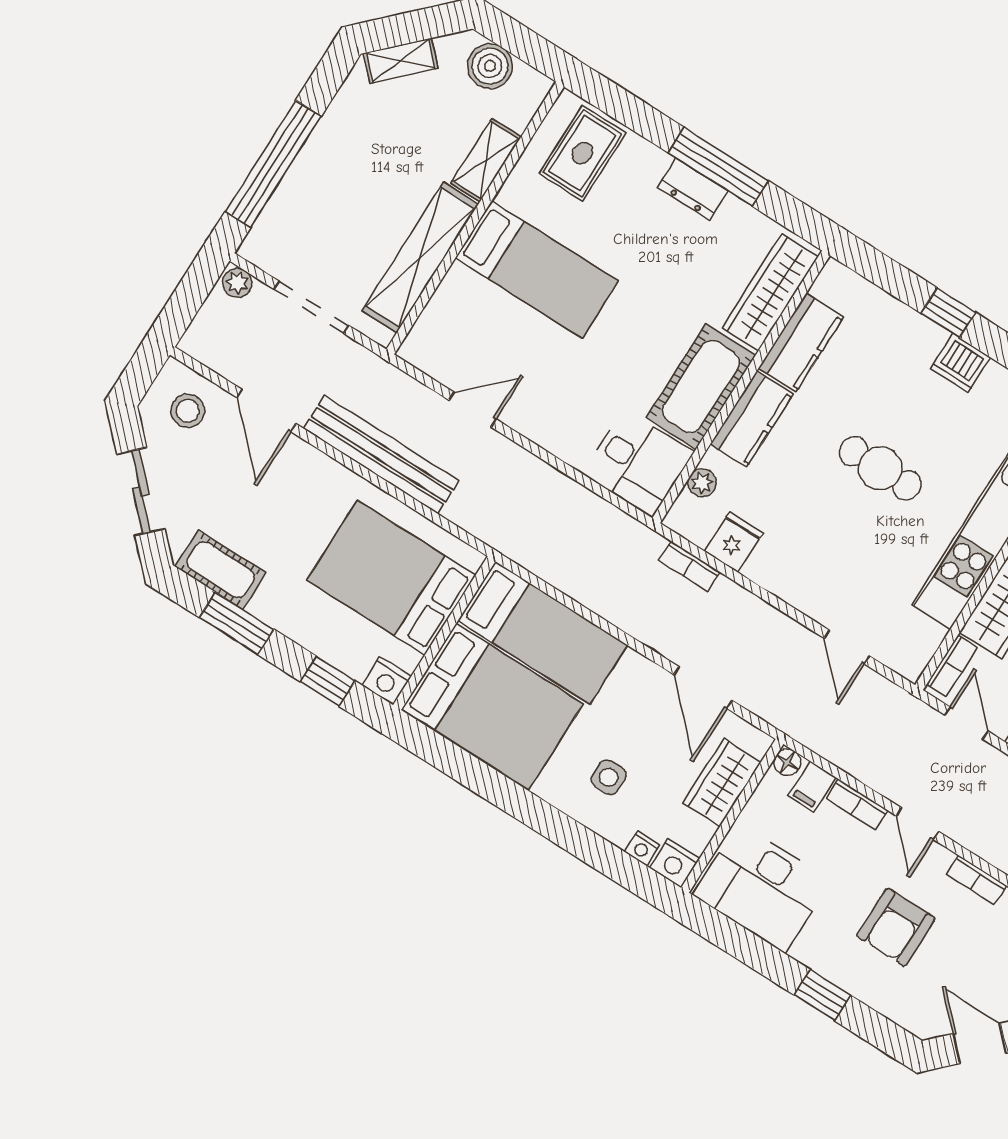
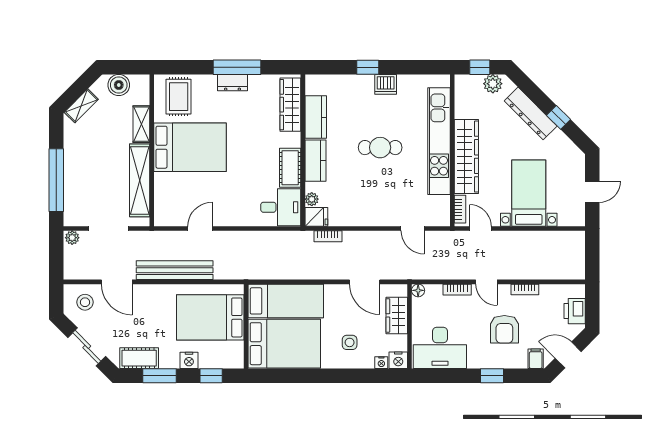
bed: (537, 269) -> (190, 147), width x1.50
cot: (701, 387) -> (290, 168), width x0.73, depth x0.75
fridge: (734, 542) -> (316, 217), moved, turned 90
nightstand: (387, 681) -> (189, 360), moved
filing cabinet: (812, 787) -> (536, 359), moved, turned 180

